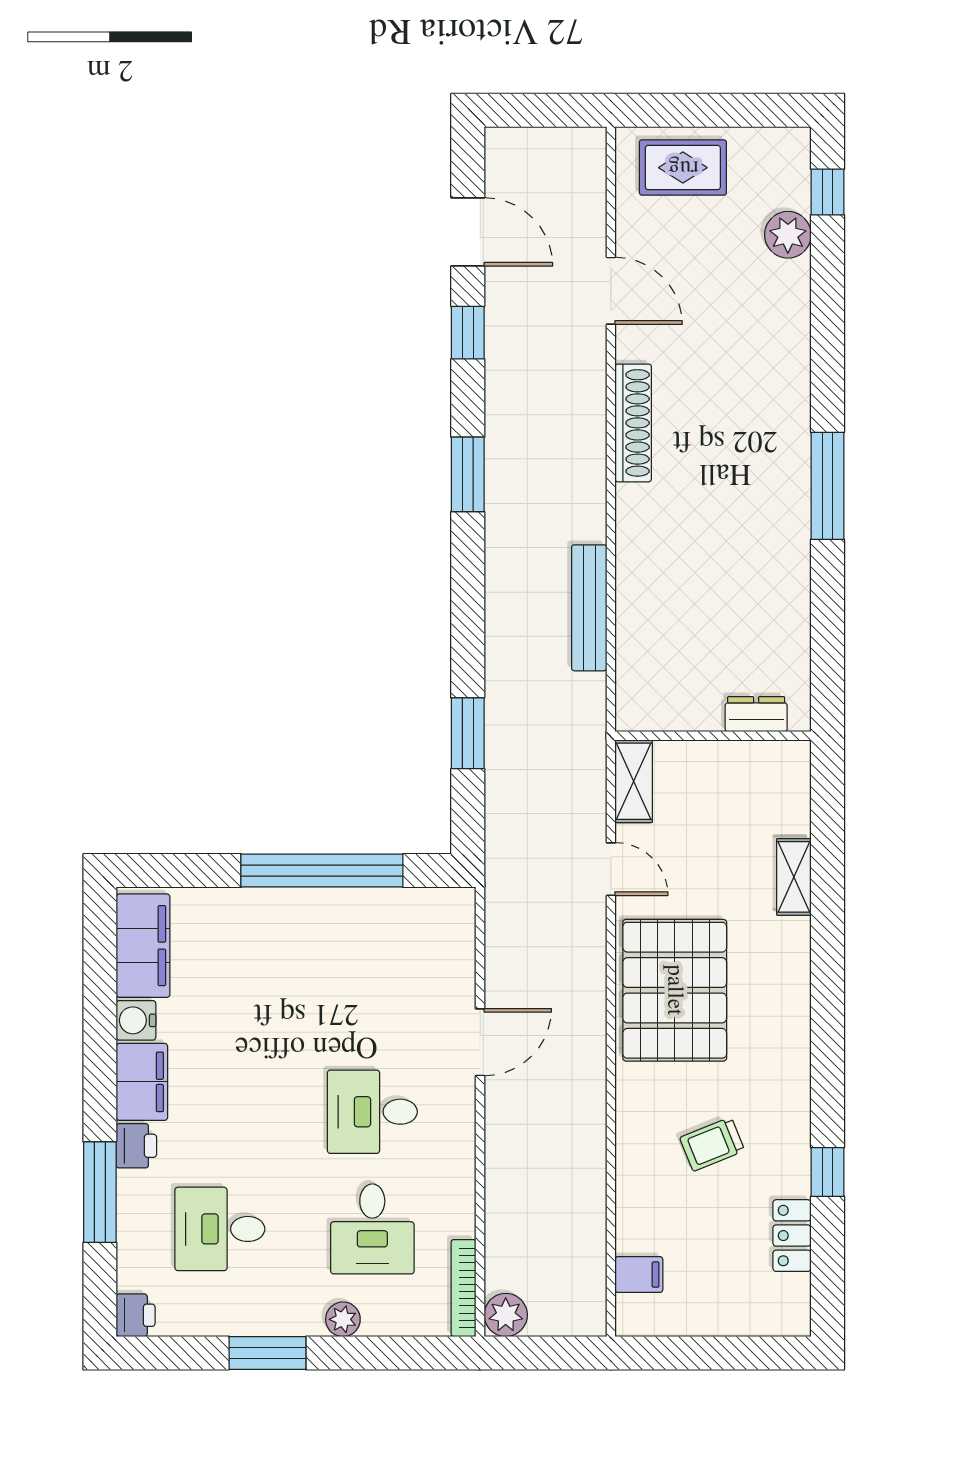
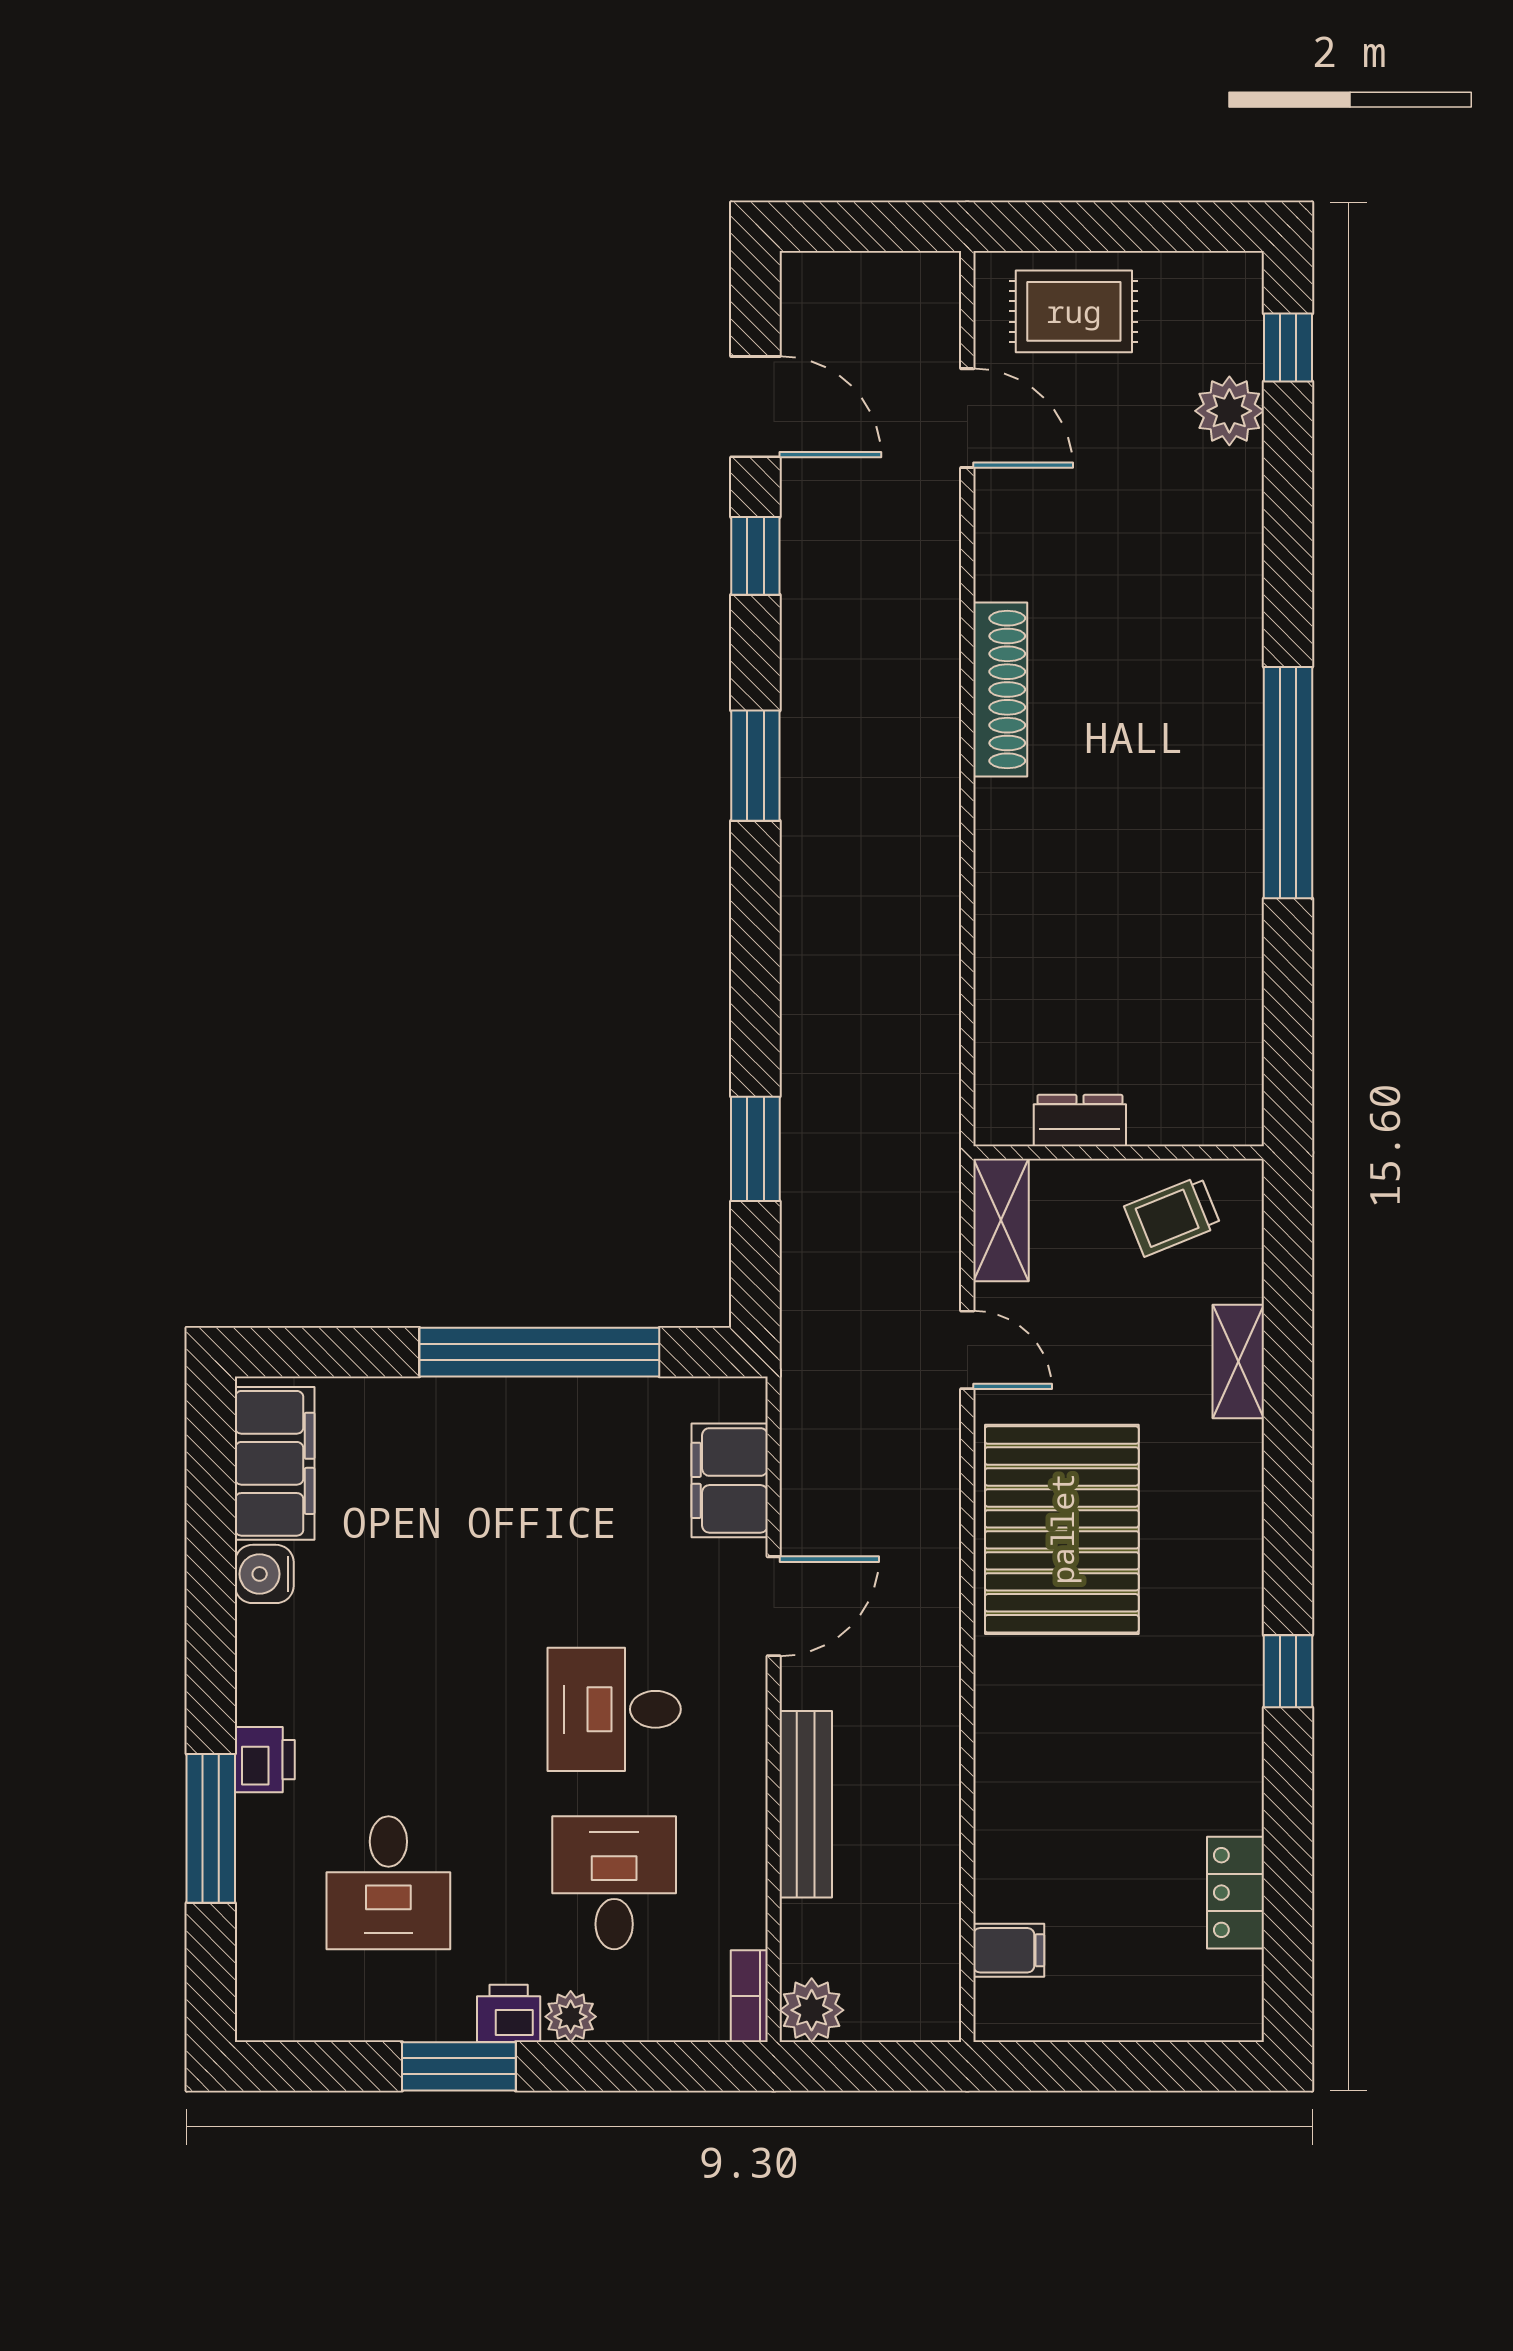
door: (611, 291) -> (967, 418), moved
window: (828, 486) -> (1288, 783), width x1.46
bench: (589, 608) -> (806, 1804), moved
dresser: (756, 714) -> (1080, 1121), moved
filing cabinet: (142, 1082) -> (730, 1480), moved, turned 180
trolley: (712, 1144) -> (1173, 1216), moved
window: (828, 1172) -> (1288, 1671), moved
desk: (220, 1229) -> (388, 1883), turned -90
desk: (372, 1229) -> (614, 1883), turned 180
bookcase: (464, 1288) -> (749, 1996), width x0.64
printer: (136, 1315) -> (509, 2013), moved, turned -90

